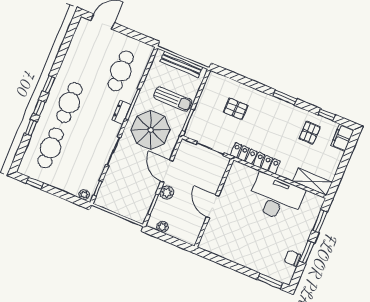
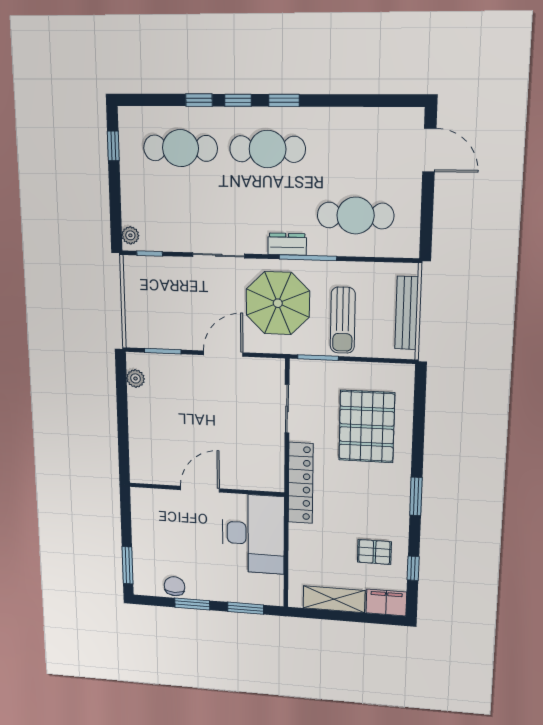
pallet: (236, 109) -> (367, 427), width x2.05, depth x2.00
shelving: (313, 182) -> (334, 599), moved, turned 90
plant: (167, 192) -> (190, 366), removed
wall: (214, 203) -> (206, 490), moved
door: (213, 206) -> (200, 489), moved

